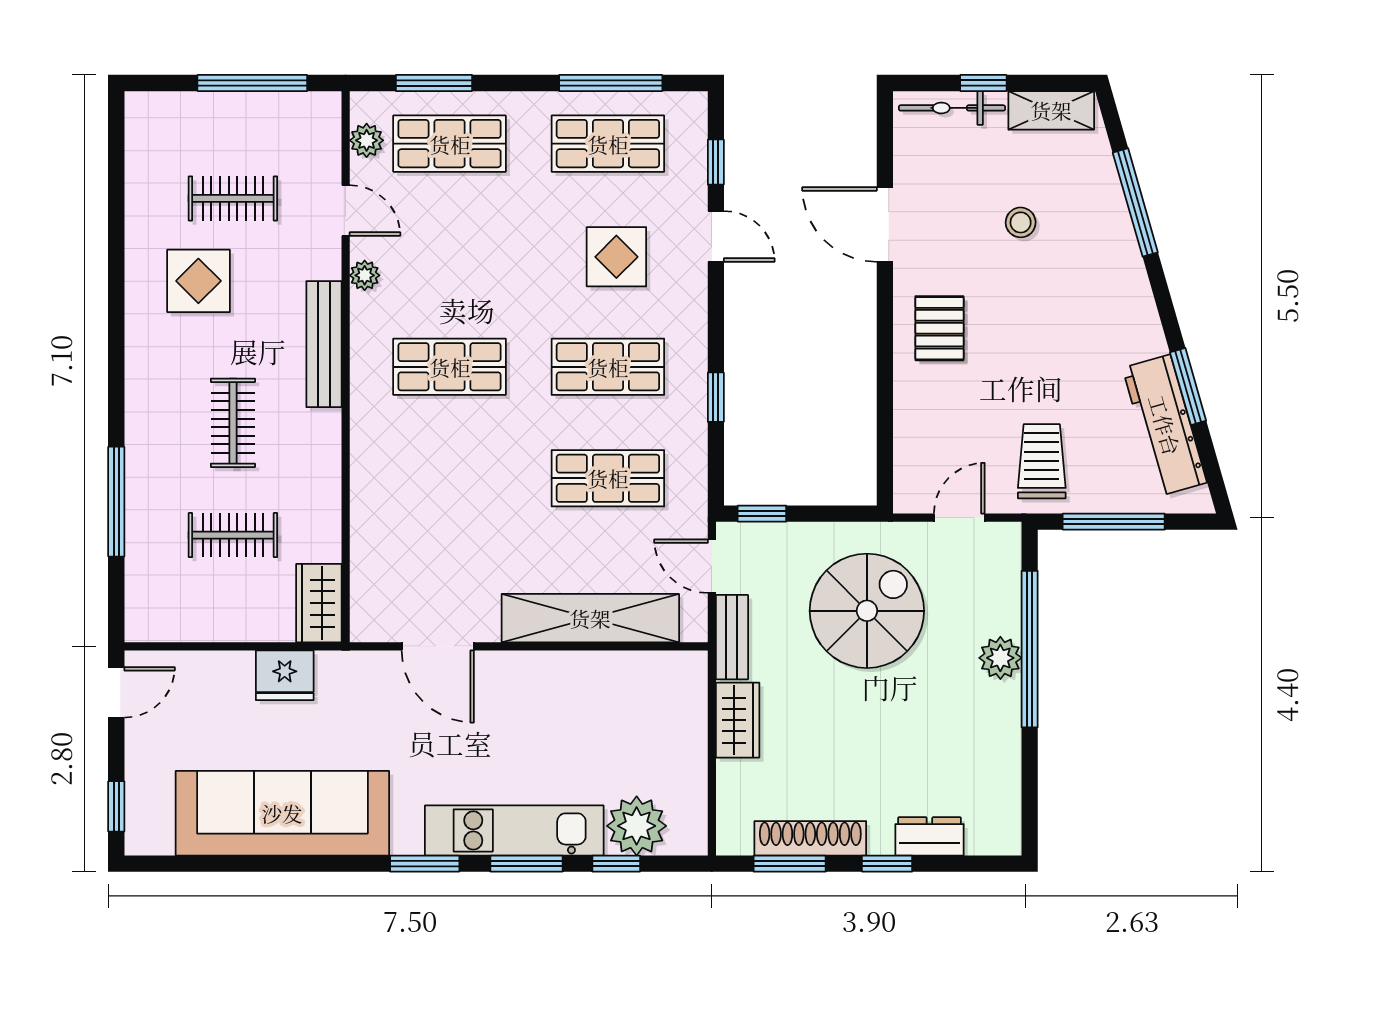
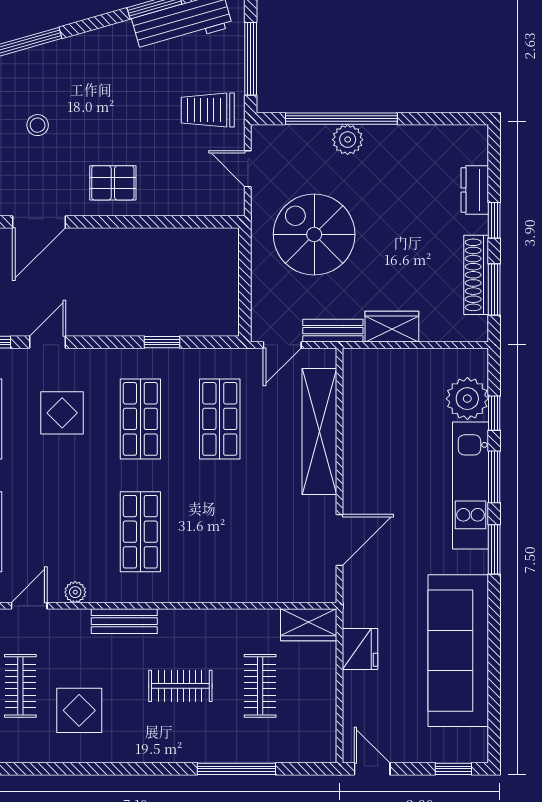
bench: (324, 344) -> (124, 621), width x0.73
window: (762, 514) -> (245, 309), removed

